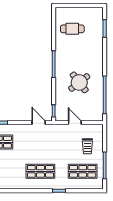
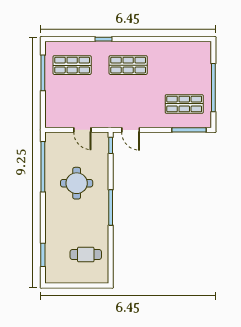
round table: (79, 82) -> (77, 183), turned 38
trolley: (87, 146) -> (66, 98), removed

